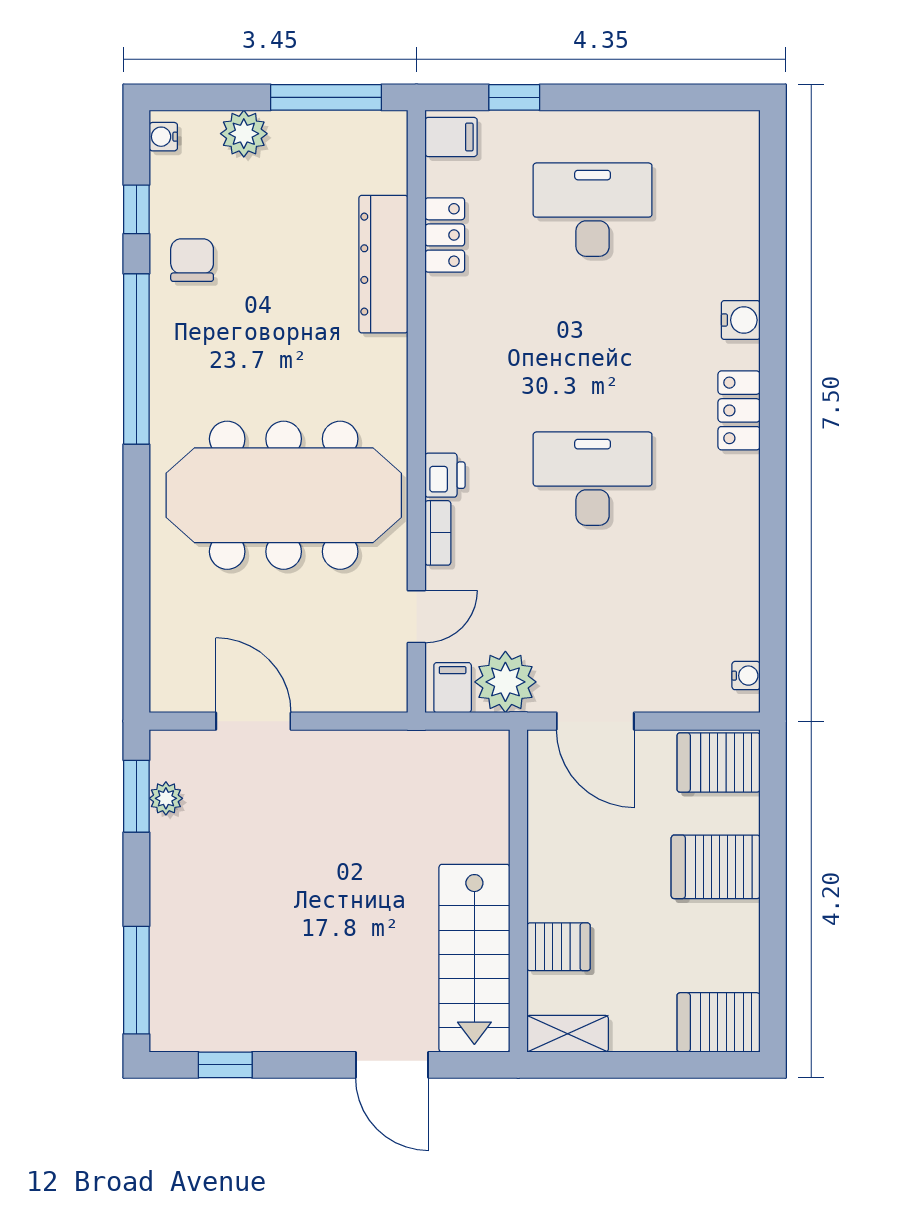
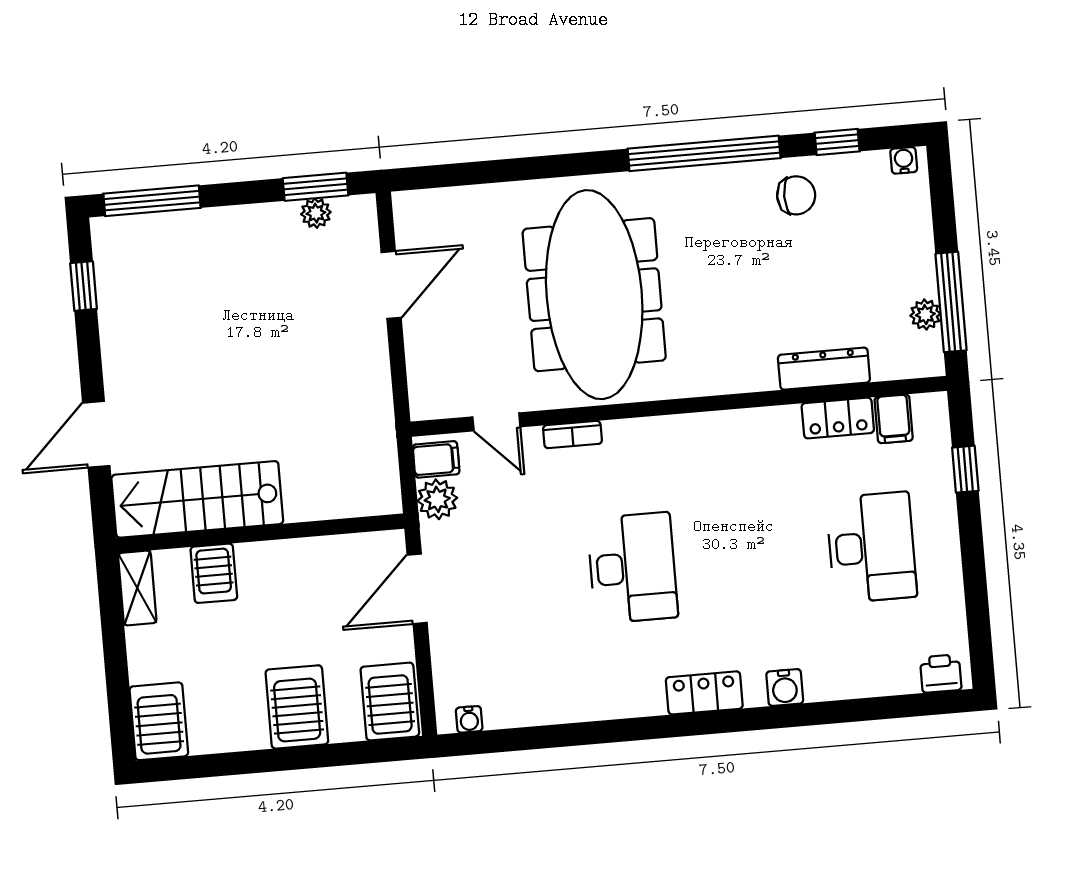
plant: (244, 134) -> (925, 315), moved, width x0.73, depth x0.73
filing cabinet: (451, 137) -> (894, 419), moved
dresser: (383, 264) -> (824, 369), width x0.73, depth x0.80
printer: (445, 475) -> (941, 674), moved, turned 180
plant: (505, 682) -> (437, 499), width x0.73, depth x0.73

